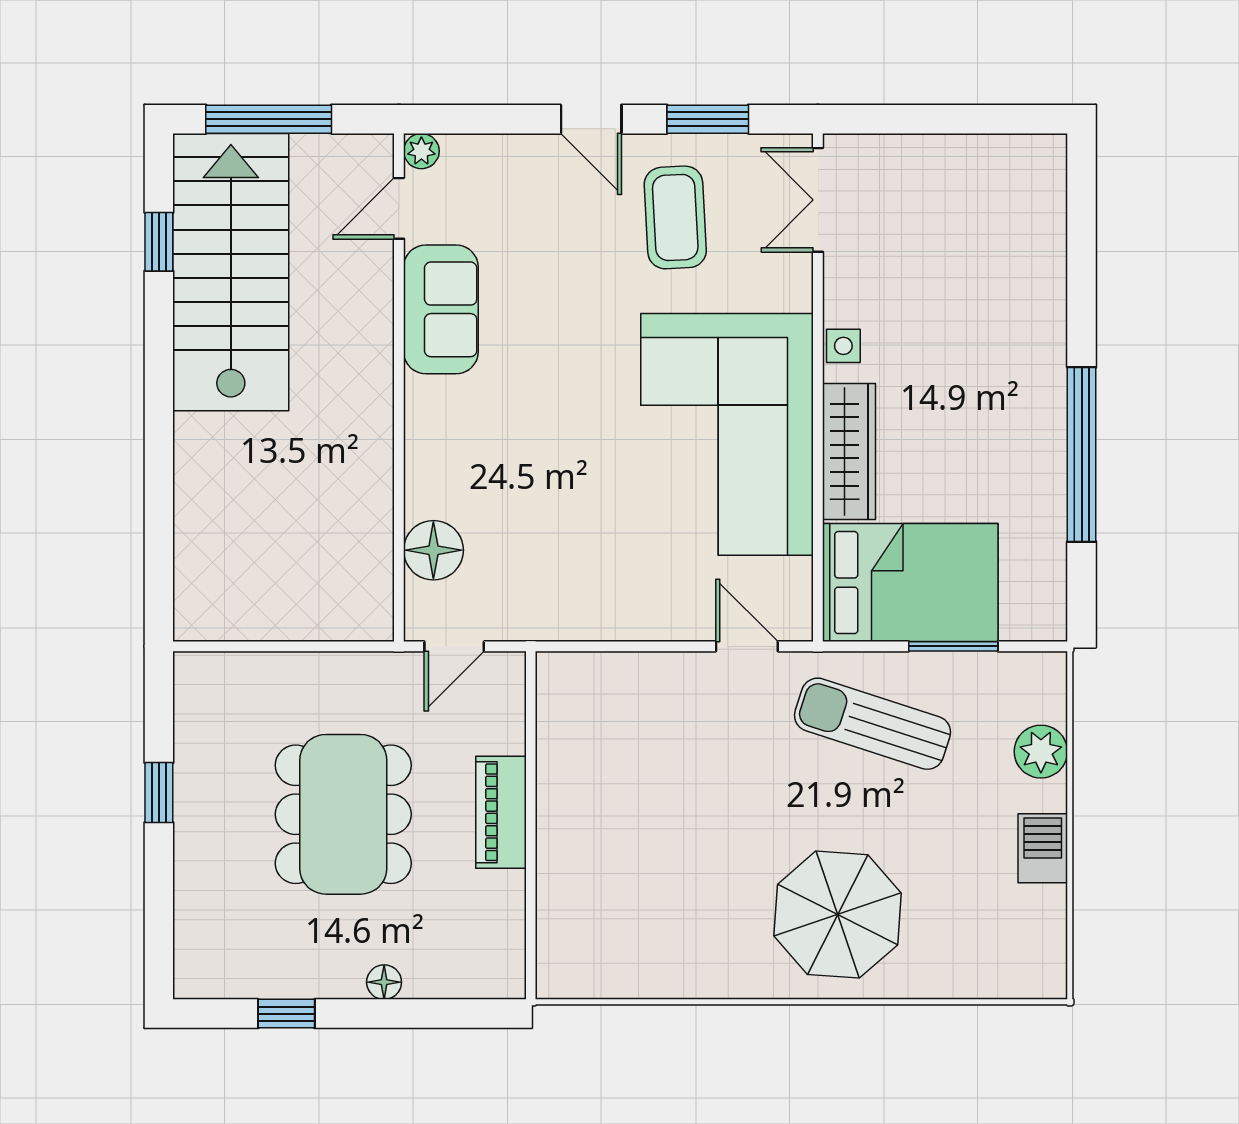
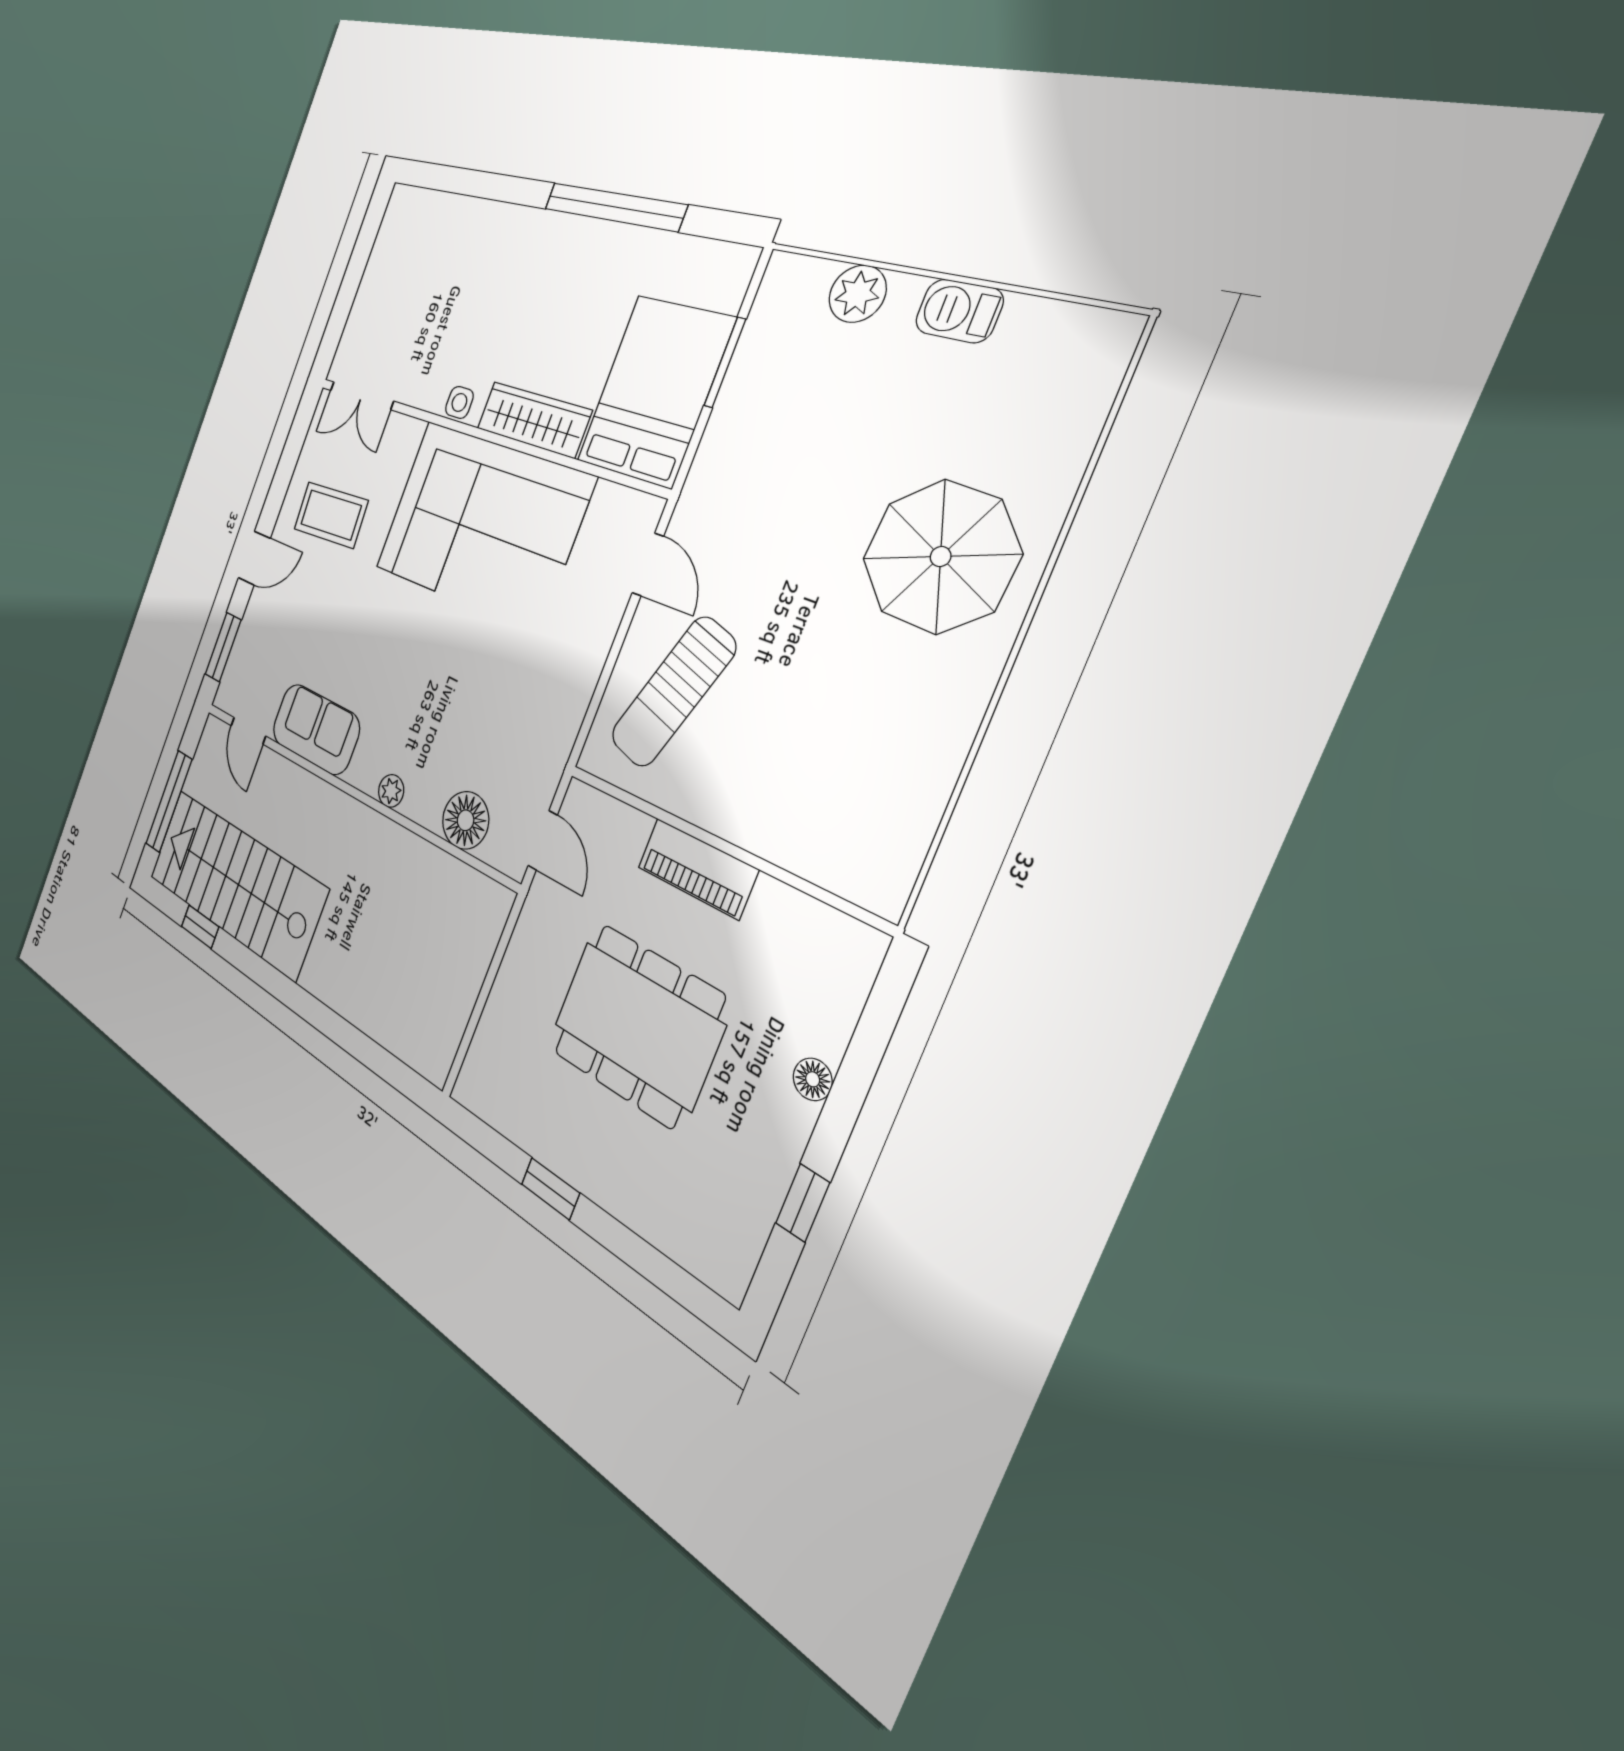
window: (708, 119) -> (223, 647), moved
plant: (421, 151) -> (391, 791), moved
door: (747, 646) -> (648, 565), swing flipped
sun lounger: (873, 724) -> (673, 692), moved

